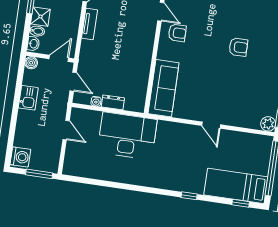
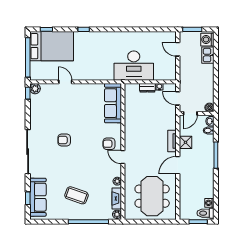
shower: (40, 17) -> (185, 142), moved
kitchen sink: (28, 98) -> (208, 55), moved
door: (211, 125) -> (65, 82), moved
door: (66, 130) -> (178, 49), moved
bed: (236, 186) -> (52, 46), width x1.50

